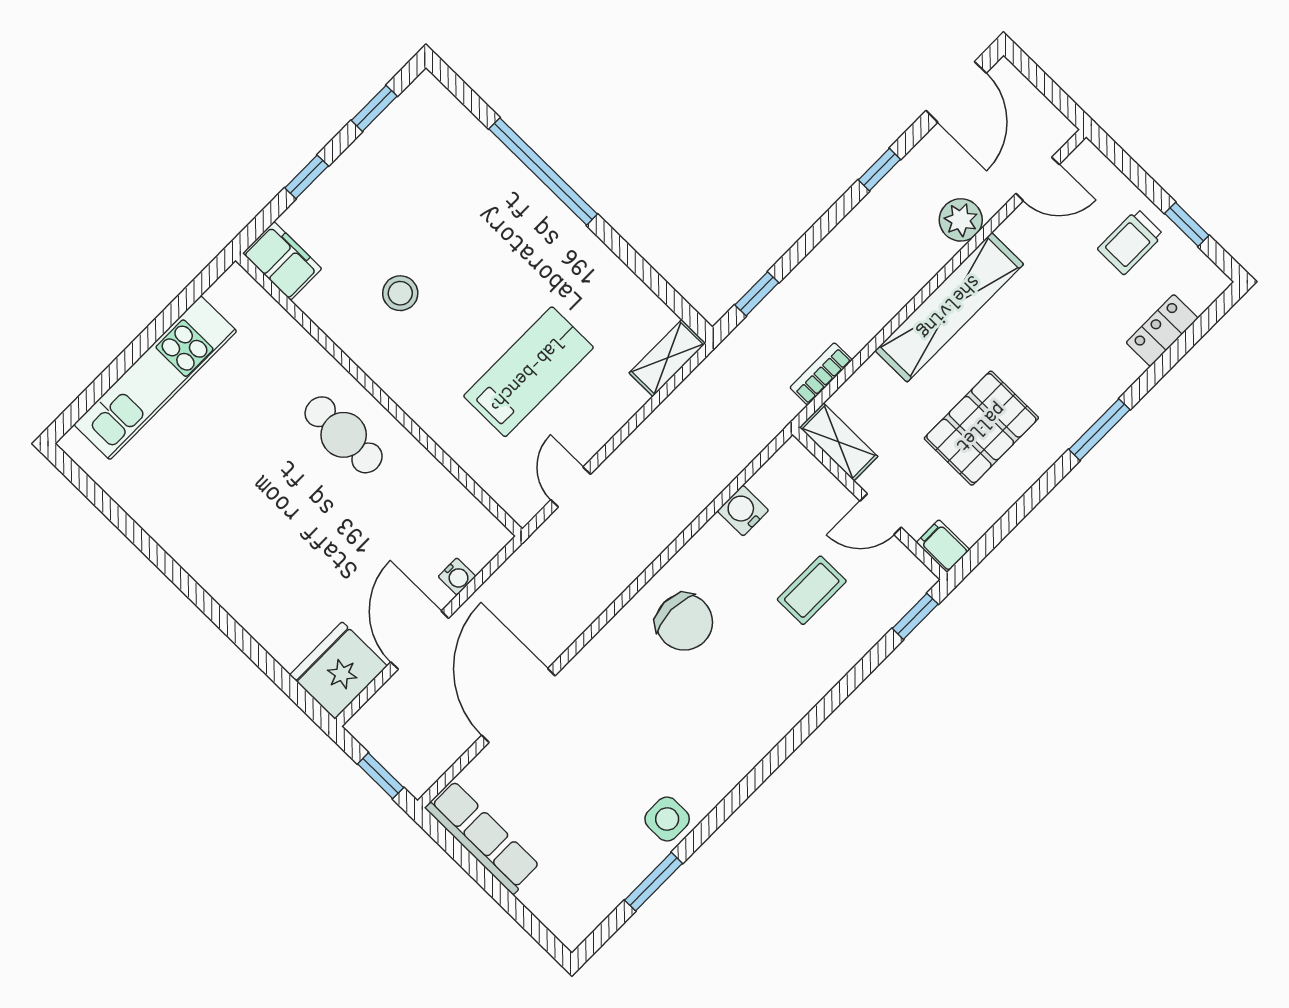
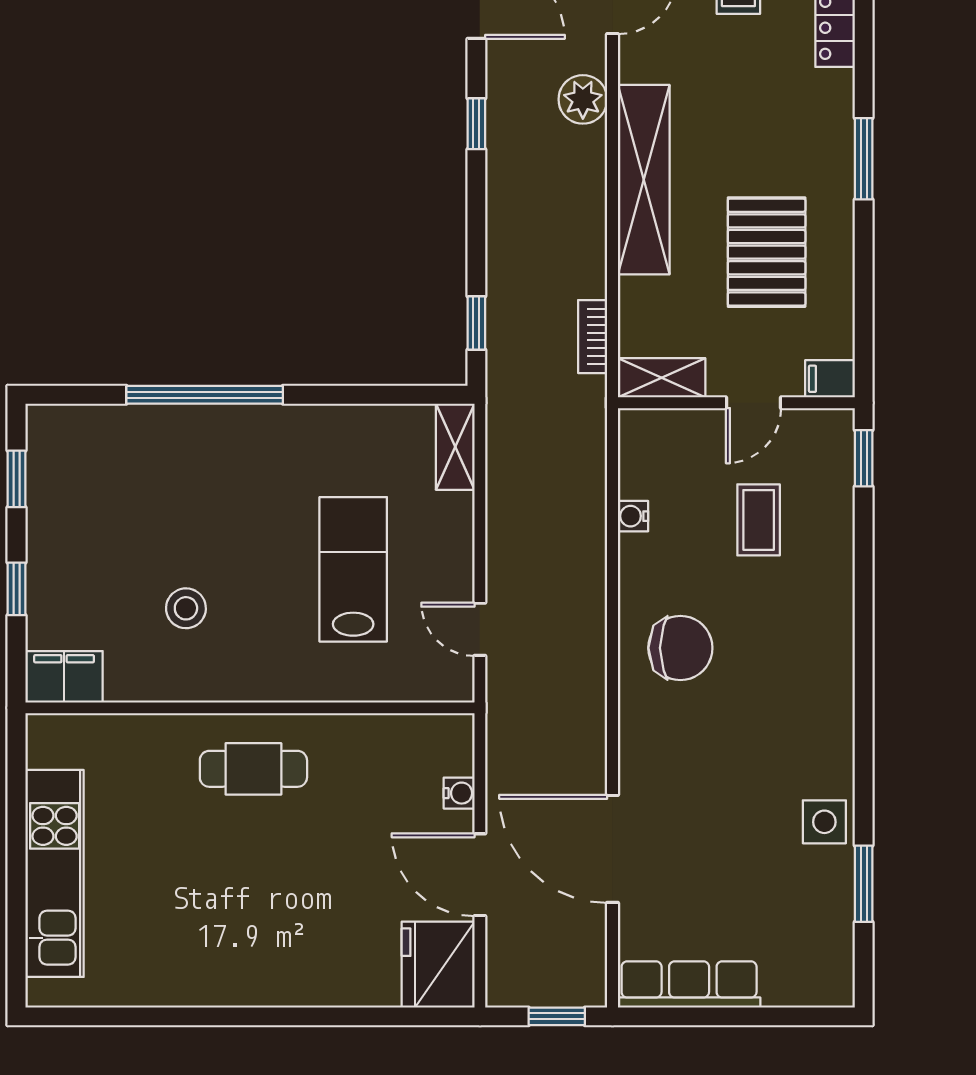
water cooler: (743, 511) -> (633, 516), width x0.72, depth x0.72

